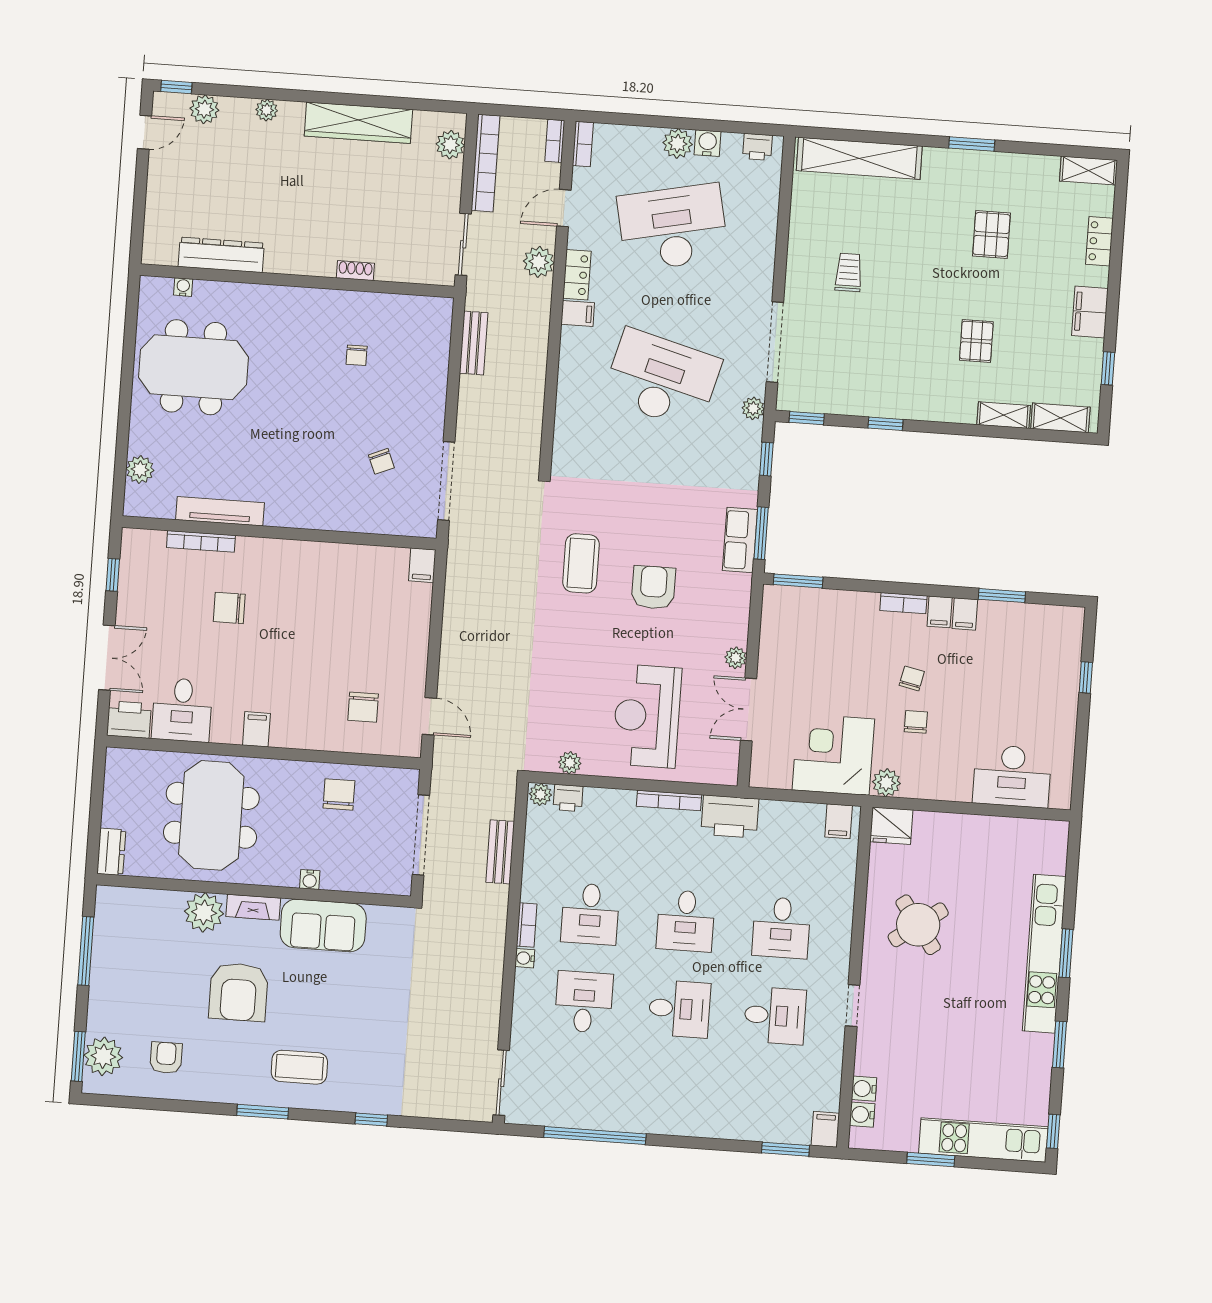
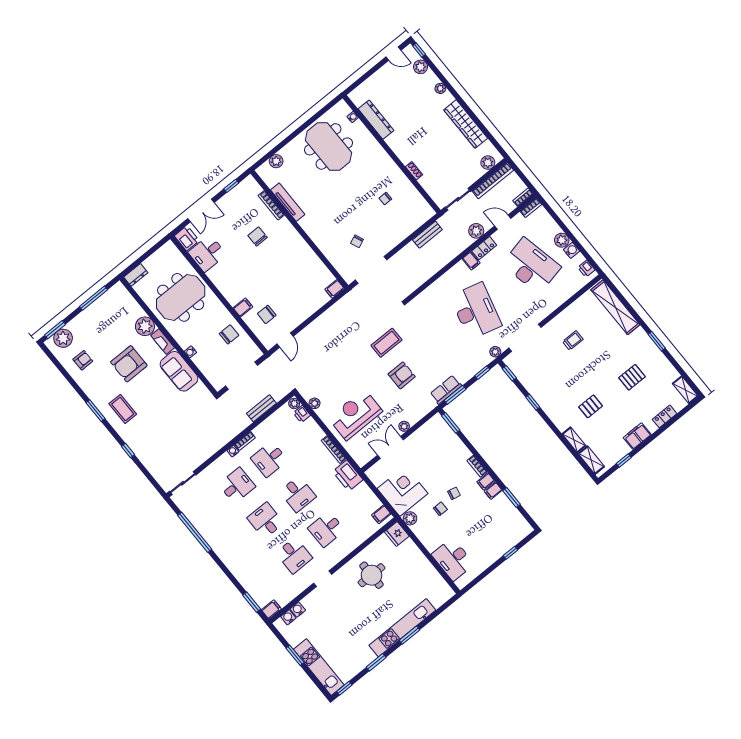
filing cabinet: (256, 729) -> (243, 307), moved
desk: (686, 921) -> (298, 494), turned -90
round table: (918, 925) -> (372, 575), turned 36
desk: (679, 1009) -> (266, 520), turned 180

